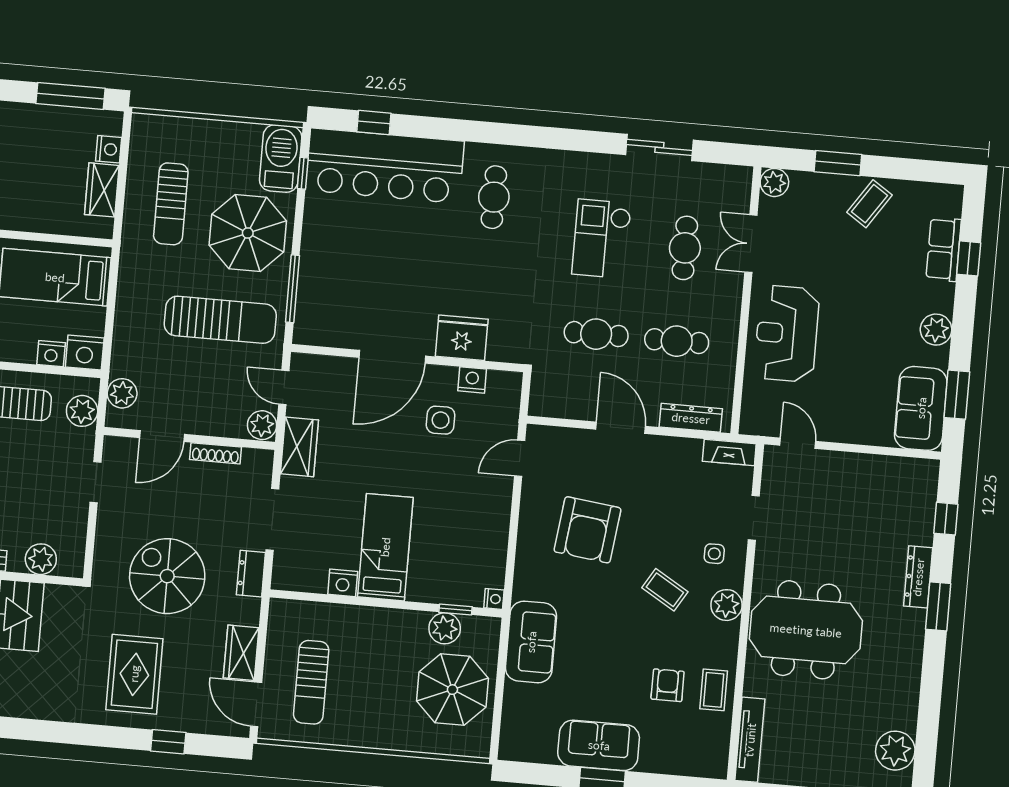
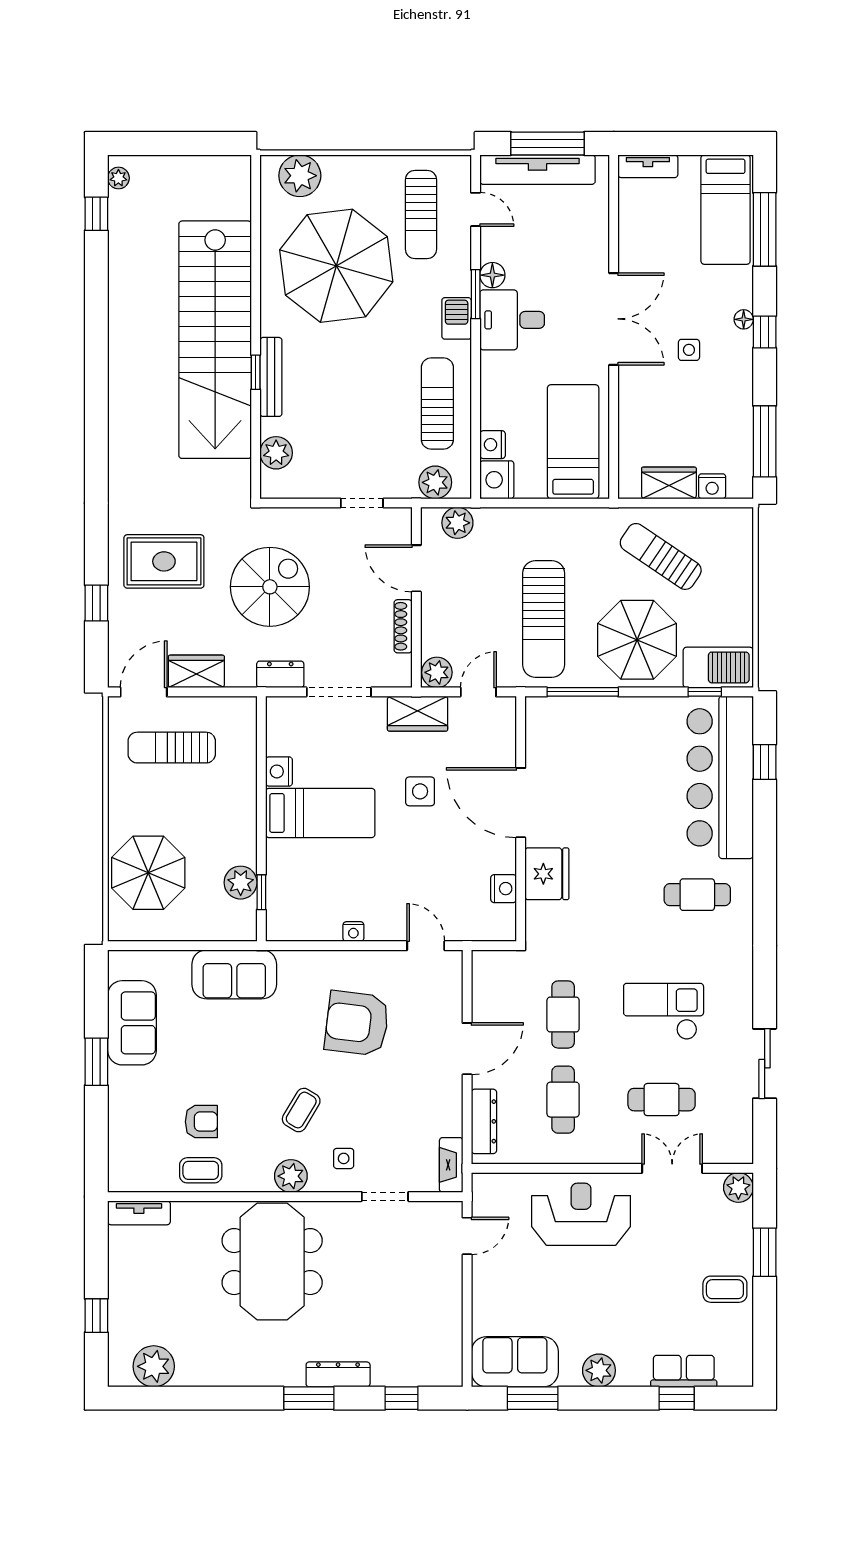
sun lounger: (171, 204) -> (661, 556), turned 34
coffee table: (870, 204) -> (725, 1289), turned -34
side table: (441, 420) -> (420, 791), moved
nightstand: (494, 599) -> (353, 932), moved
parasol: (452, 690) -> (148, 873), moved
tv unit: (750, 740) -> (139, 1213), width x0.71
sofa: (599, 745) -> (132, 1023), moved

